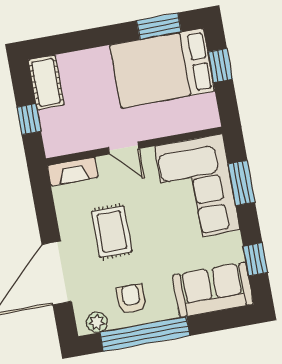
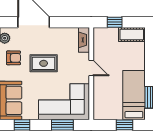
bed: (162, 68) -> (134, 95), width x0.67
door: (124, 148) -> (91, 68), swing flipped
rug: (112, 231) -> (44, 63), moved

